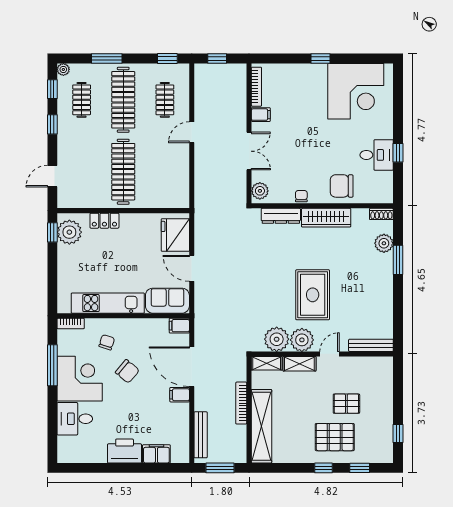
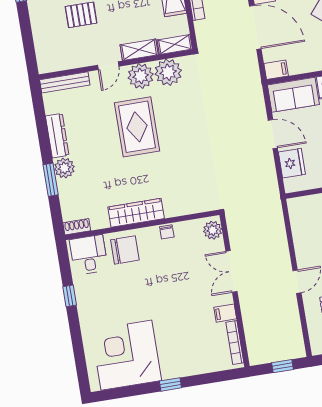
desk: (377, 155) -> (89, 255), moved, turned 90
dresser: (281, 216) -> (57, 136), moved, turned 90
fridge: (175, 235) -> (292, 163), width x0.73, depth x0.75
plant: (384, 243) -> (64, 168), moved

